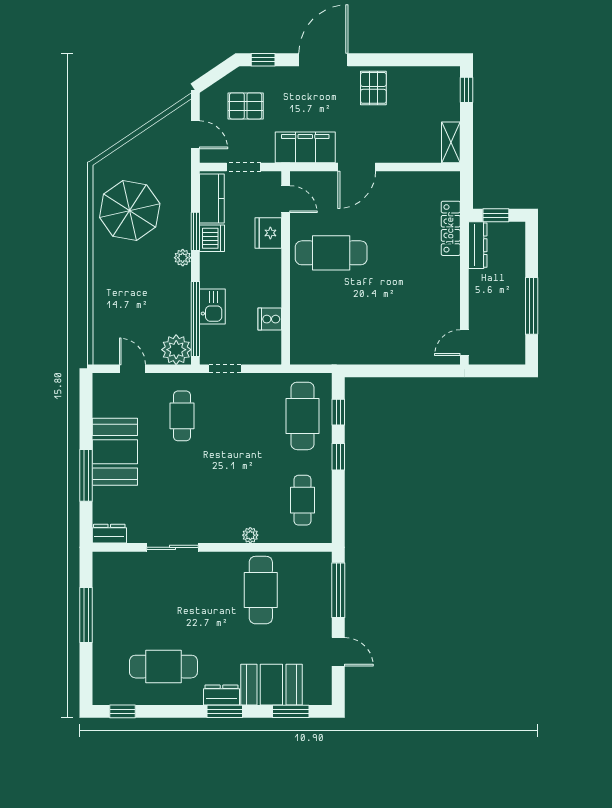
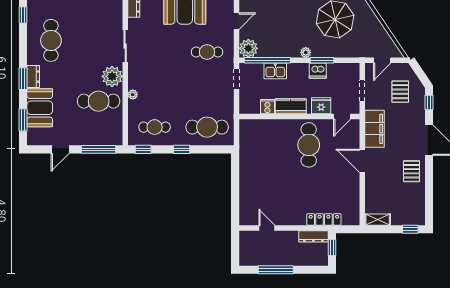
pallet: (373, 88) -> (411, 171), turned 90
kitchen counter: (212, 199) -> (291, 106), moved, turned 180
door: (464, 343) -> (267, 228), moved
window: (338, 412) -> (143, 149), moved
plant: (221, 568) -> (112, 76), added

